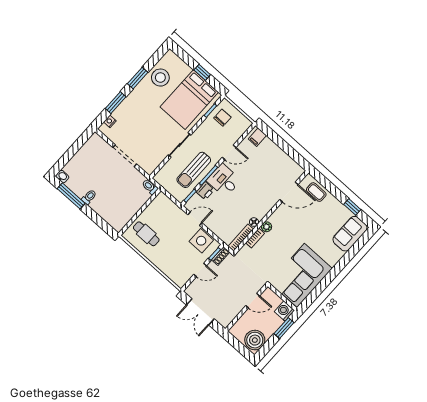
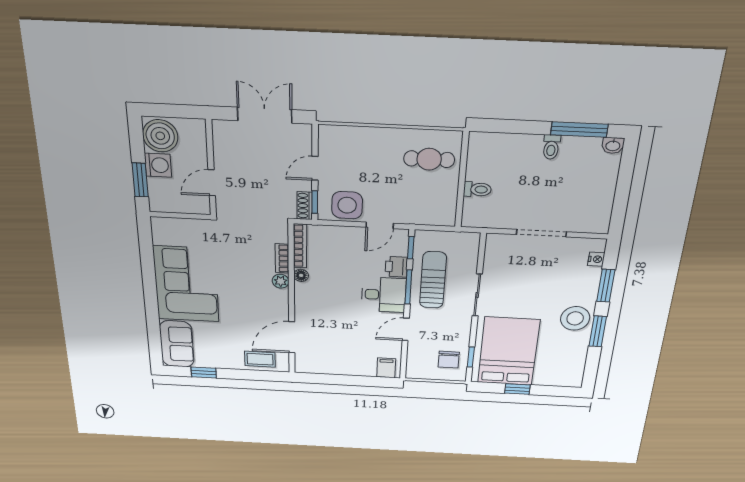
stool: (160, 78) -> (575, 318), moved
toilet: (150, 187) -> (477, 189), moved
corner sofa: (301, 275) -> (186, 284), moved
washing machine: (284, 311) -> (158, 165), moved

